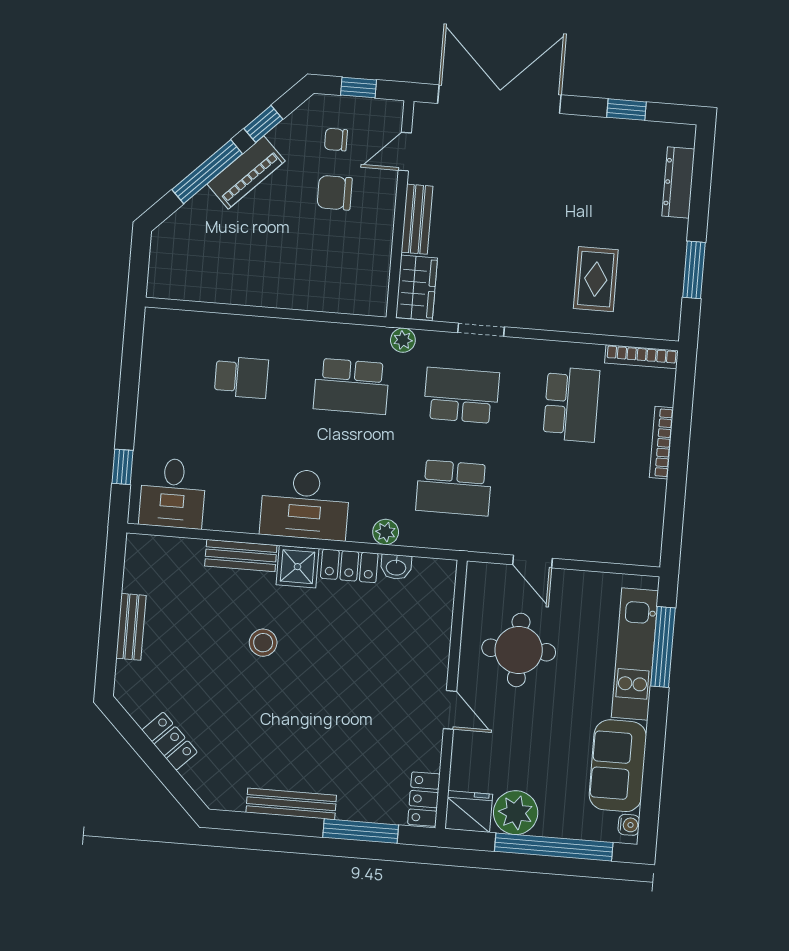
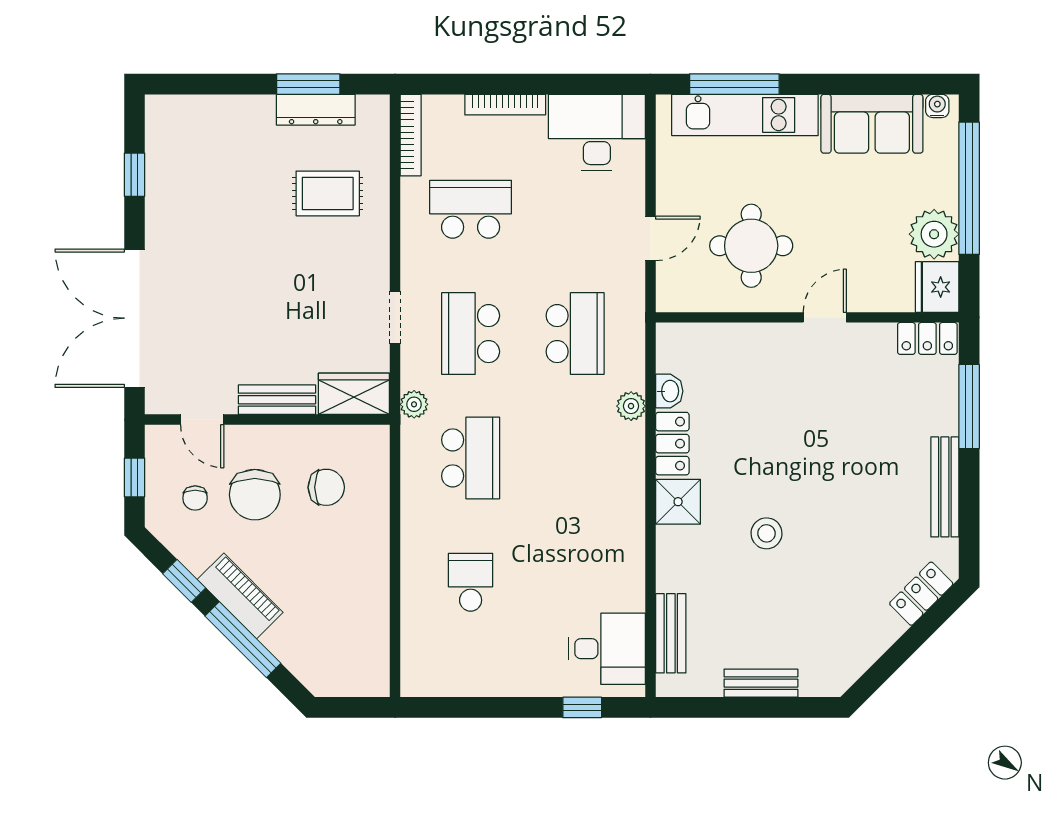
dresser: (678, 182) -> (316, 110), moved
chair: (335, 193) -> (255, 495), width x1.37, depth x1.37
chair: (336, 256) -> (326, 487), added
desk: (305, 504) -> (597, 132), moved, turned -90
bench: (241, 556) -> (671, 633), moved
locker: (170, 741) -> (921, 594), moved

